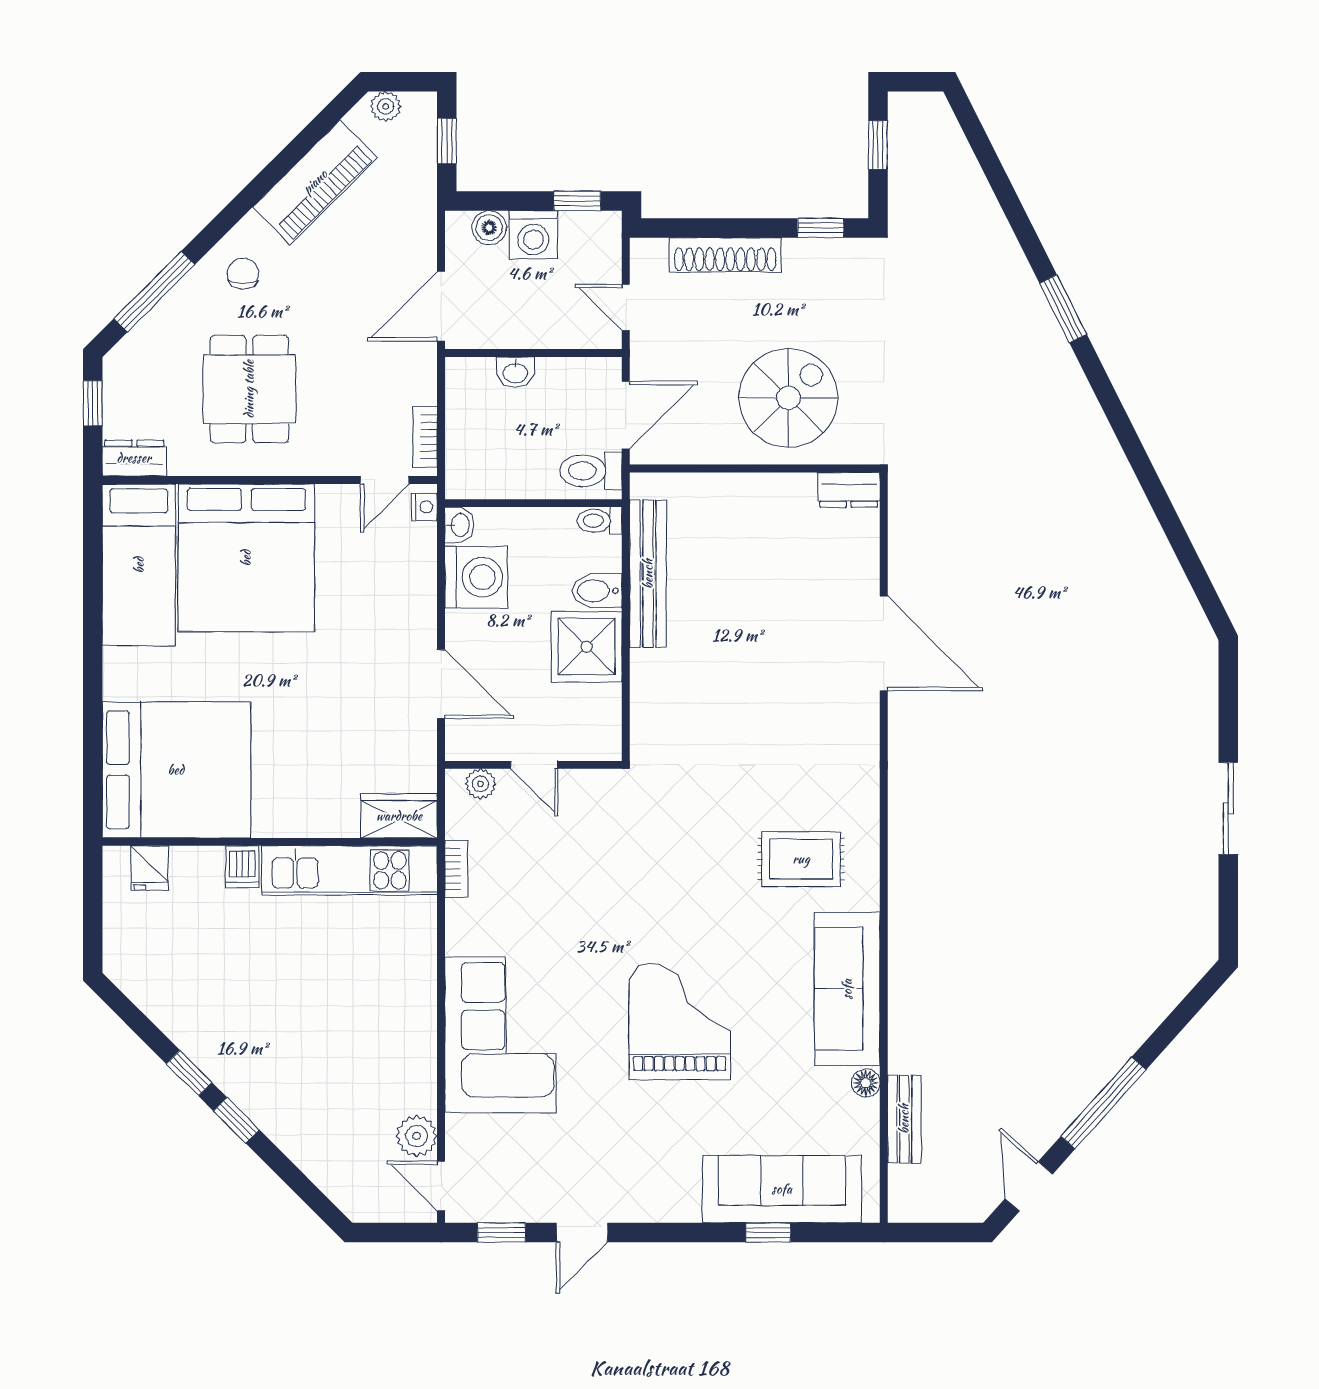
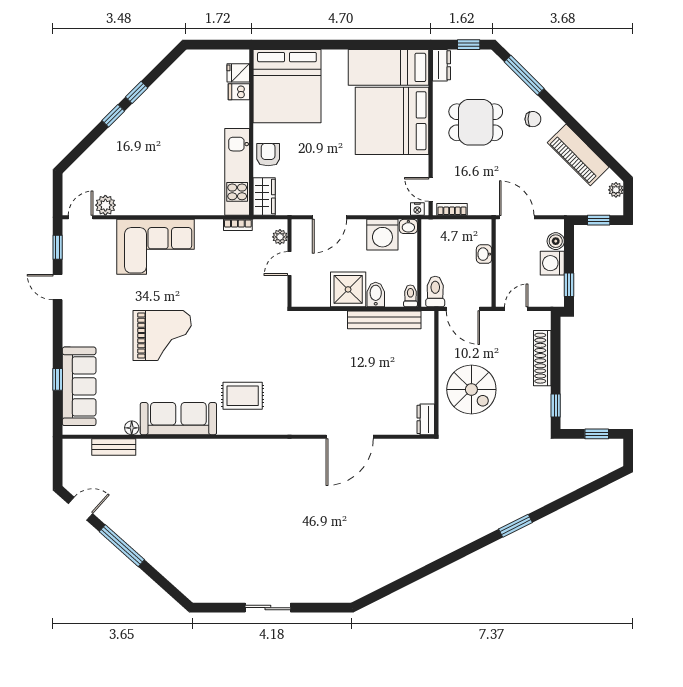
armchair: (315, 808) -> (268, 155), added
rug: (801, 859) -> (243, 396), turned 90
dishwasher: (242, 867) -> (239, 92), moved

